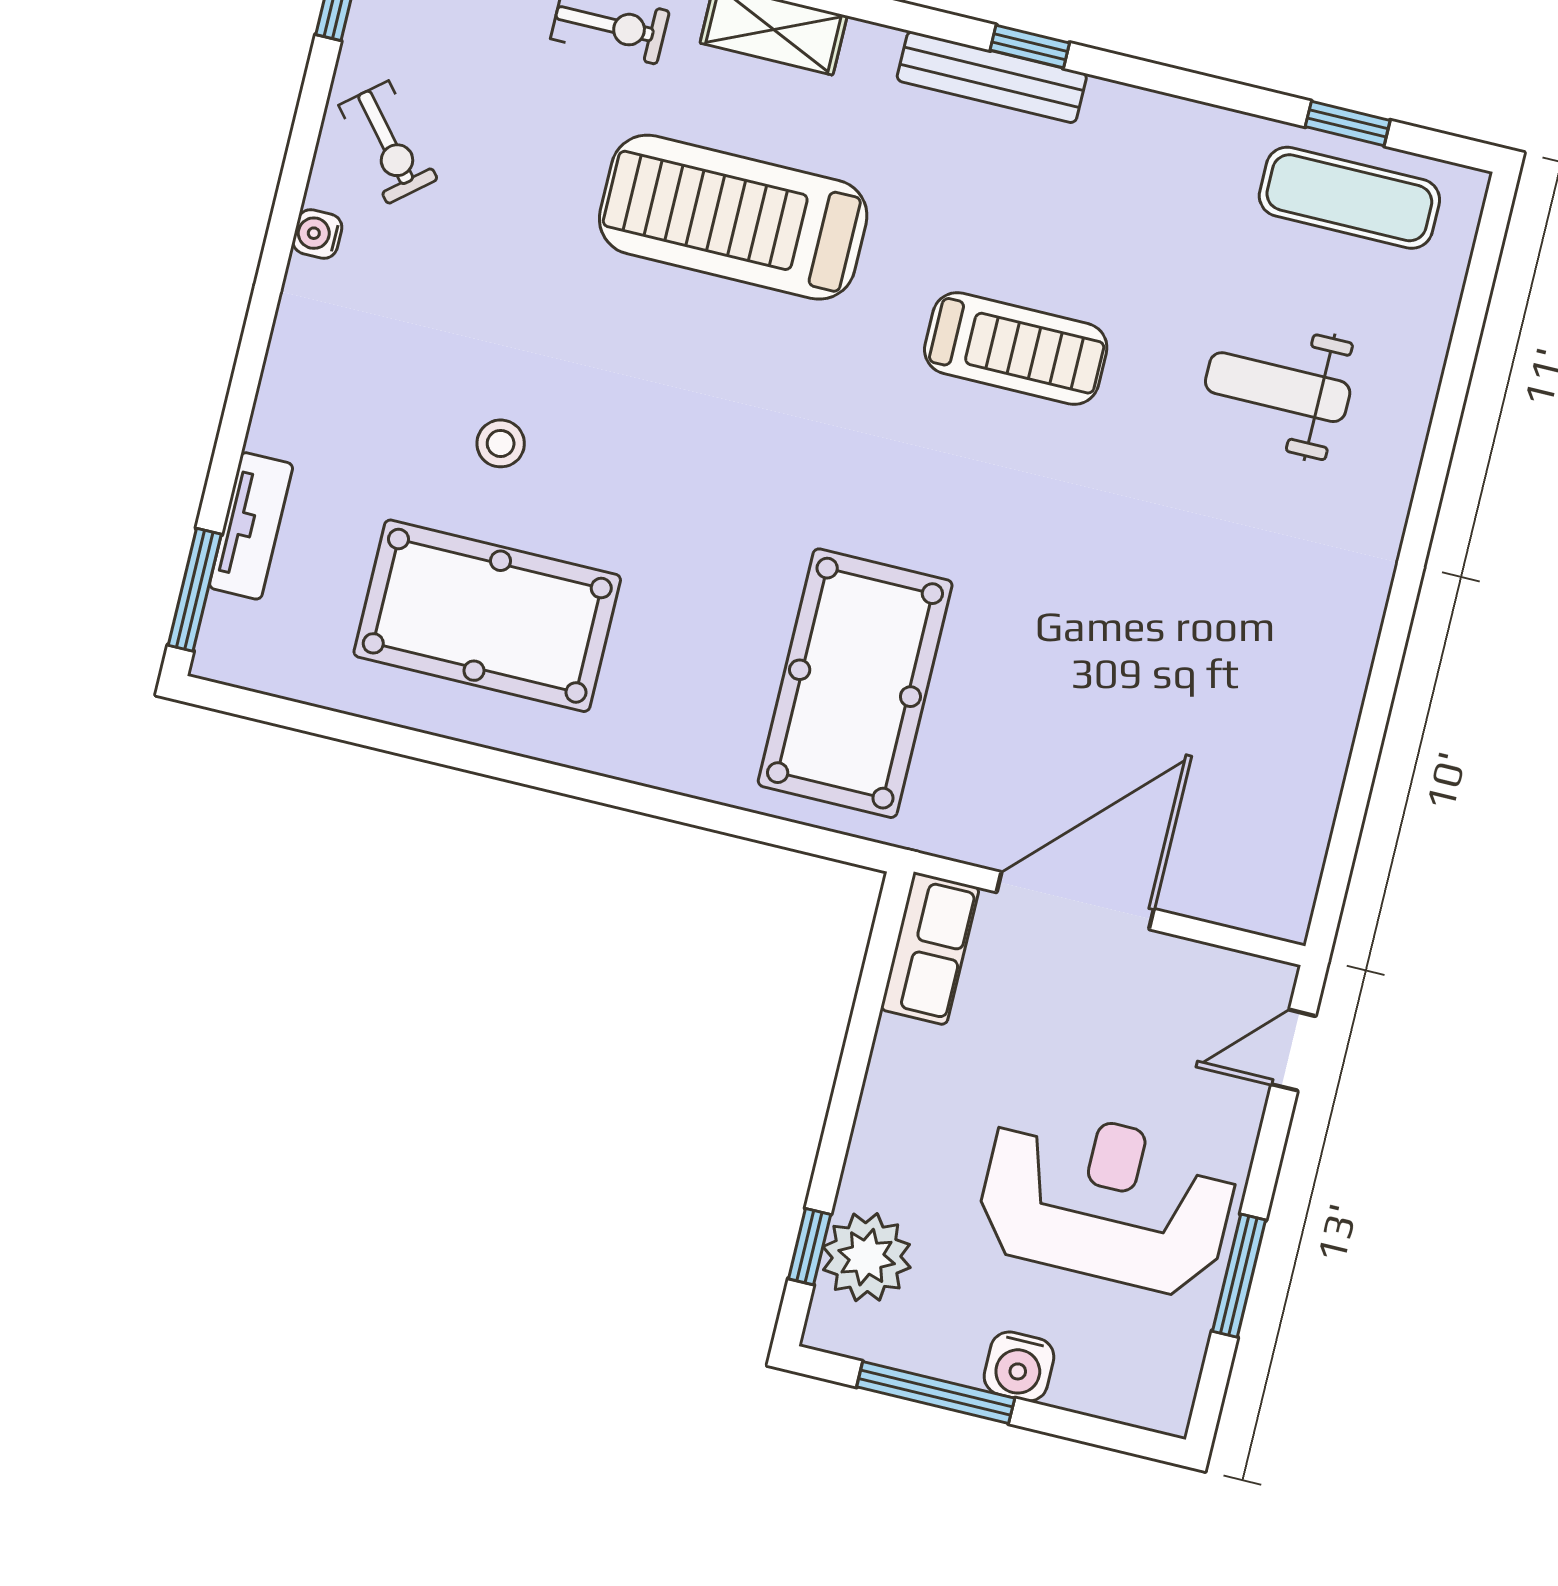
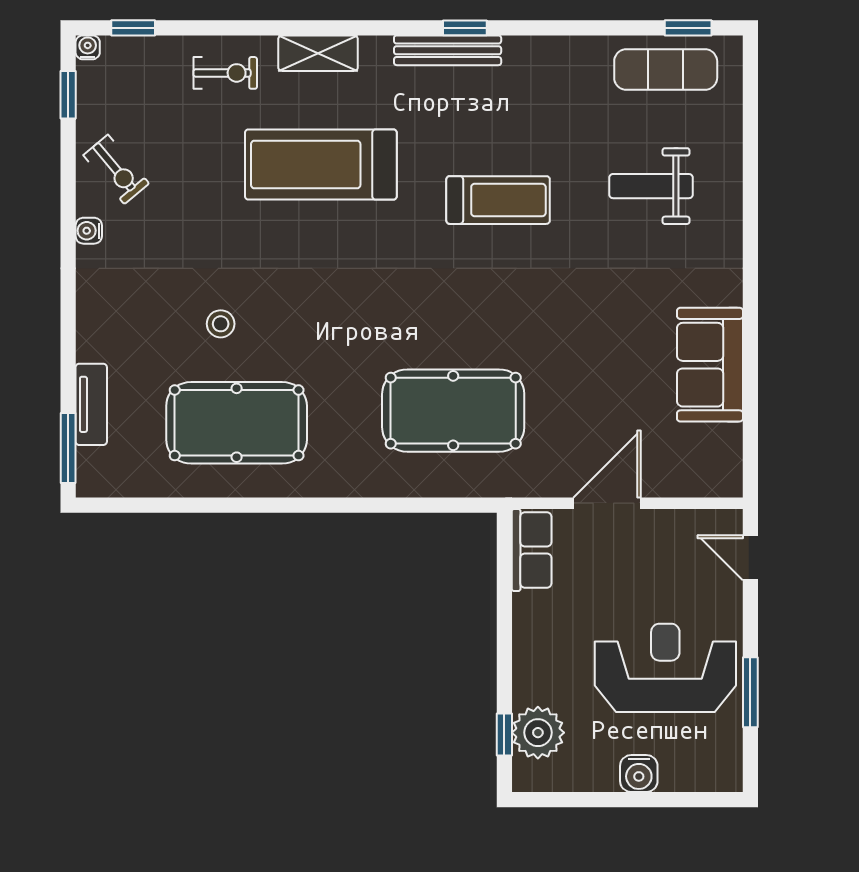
window: (1348, 123) -> (688, 28), moved
pool table: (855, 683) -> (453, 411), turned 90
sofa: (1304, 710) -> (710, 365), added
door: (1075, 901) -> (607, 503), width x0.73
door: (1293, 1050) -> (750, 558), hinge flipped
window: (936, 1393) -> (595, 800), removed

